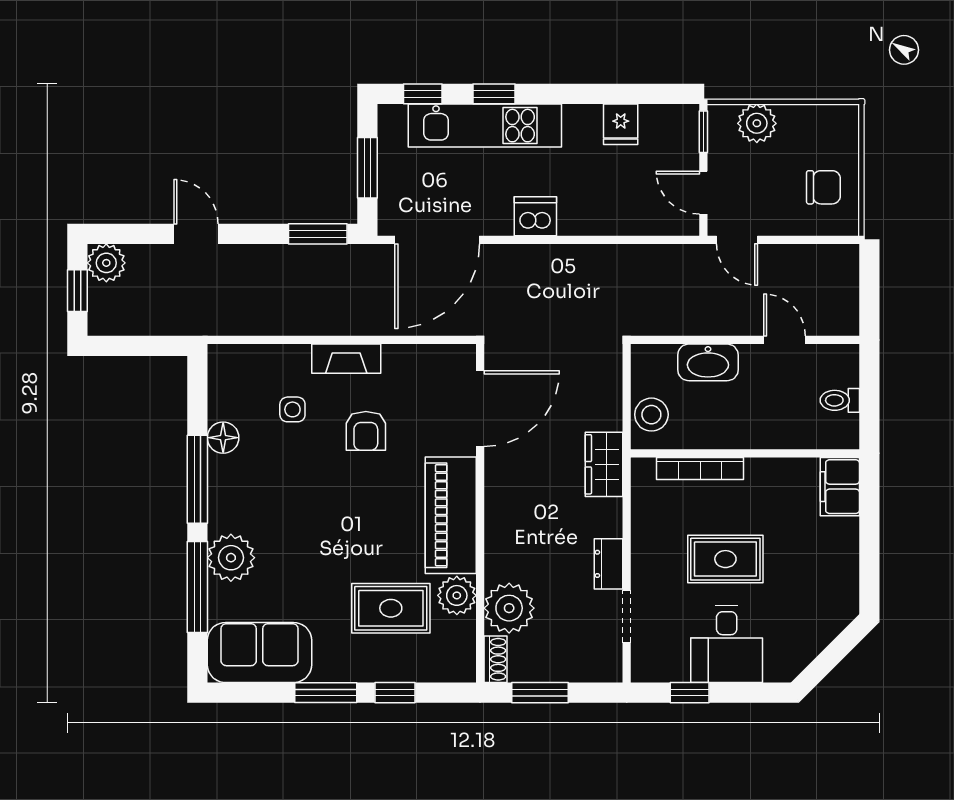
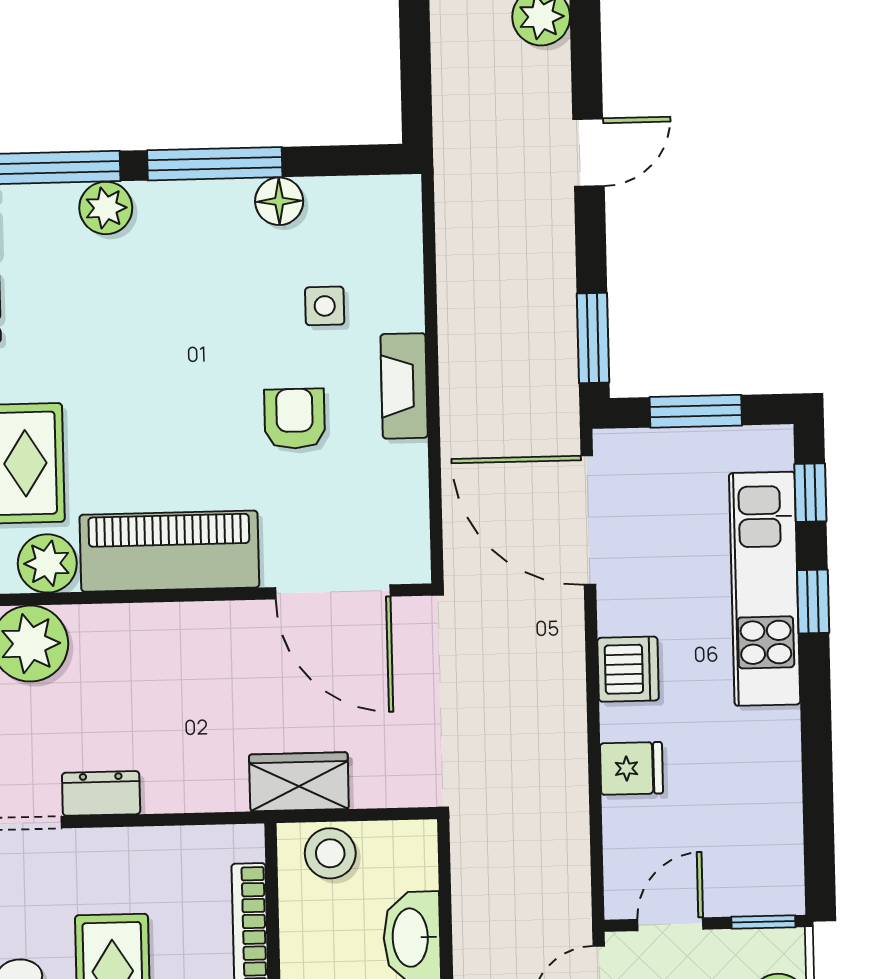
fridge: (621, 124) -> (631, 768), moved, turned 180
armchair: (366, 431) -> (295, 419), turned 90
wardrobe: (604, 464) -> (299, 782), moved
plant: (231, 558) -> (106, 208), width x0.73, depth x0.73

